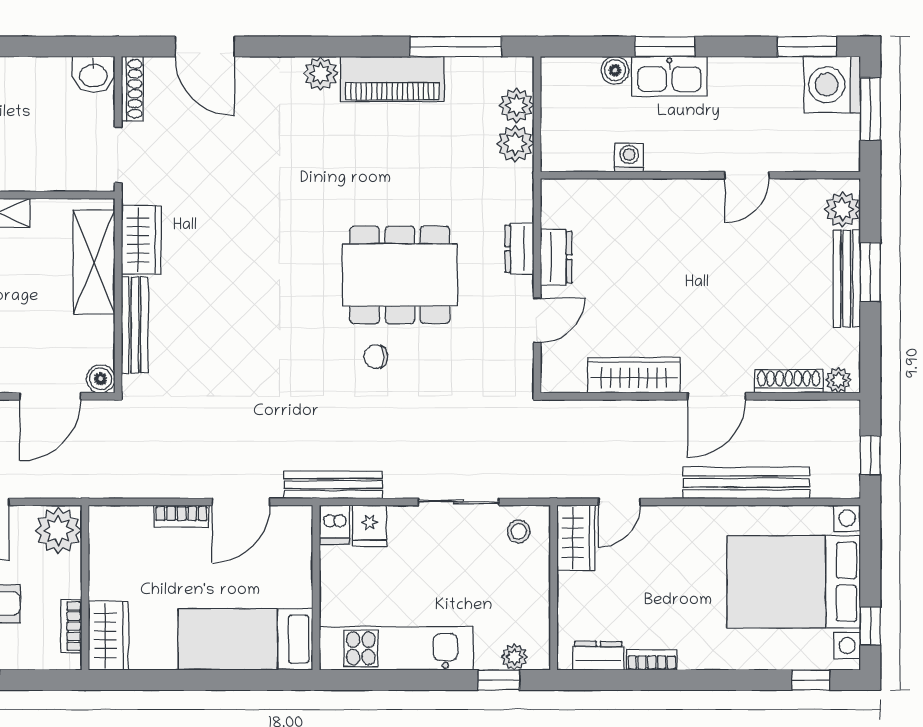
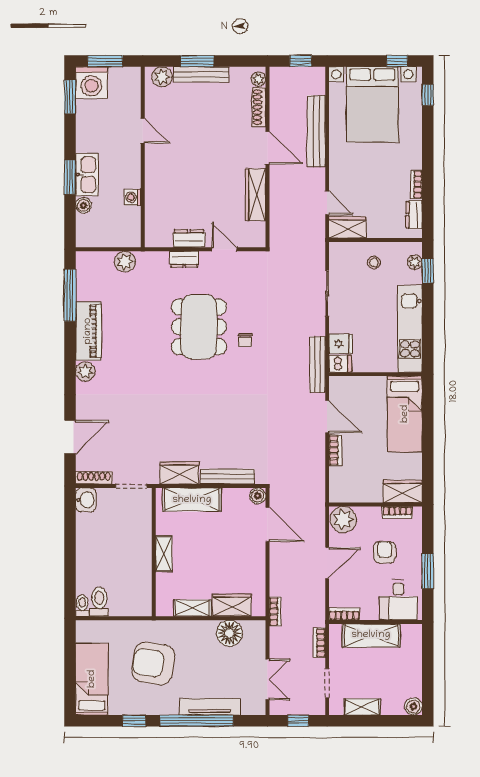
plant: (516, 105) -> (103, 261), removed
stool: (519, 531) -> (374, 262), moved

